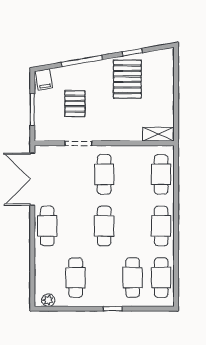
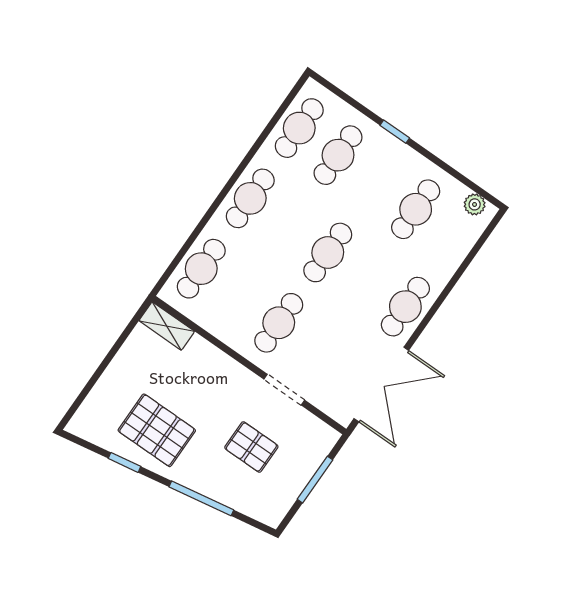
filing cabinet: (44, 79) -> (271, 509), removed
pallet: (127, 79) -> (157, 430), turned 90
pallet: (75, 104) -> (251, 447), turned 90

